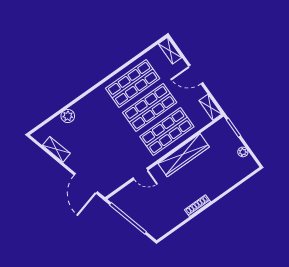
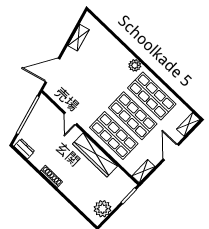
plant: (68, 116) -> (135, 65), moved
plant: (243, 152) -> (103, 209), width x1.88, depth x1.88
dresser: (163, 229) -> (24, 149), added

